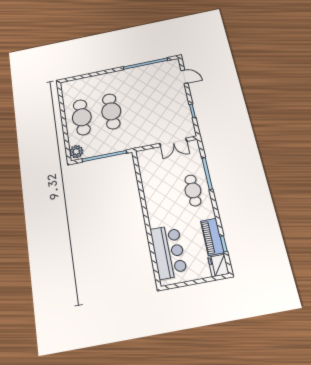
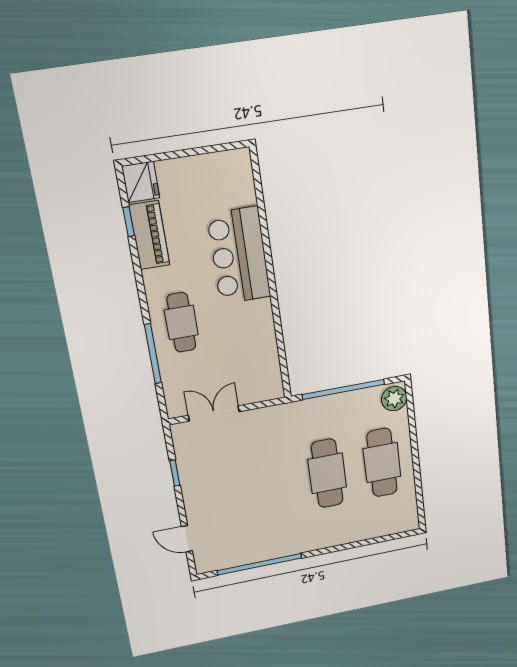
bar counter: (168, 252) -> (239, 256), moved

